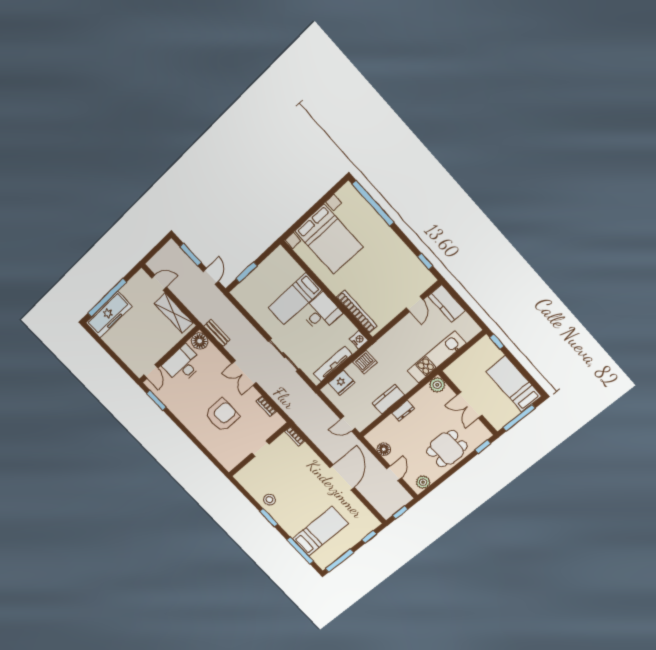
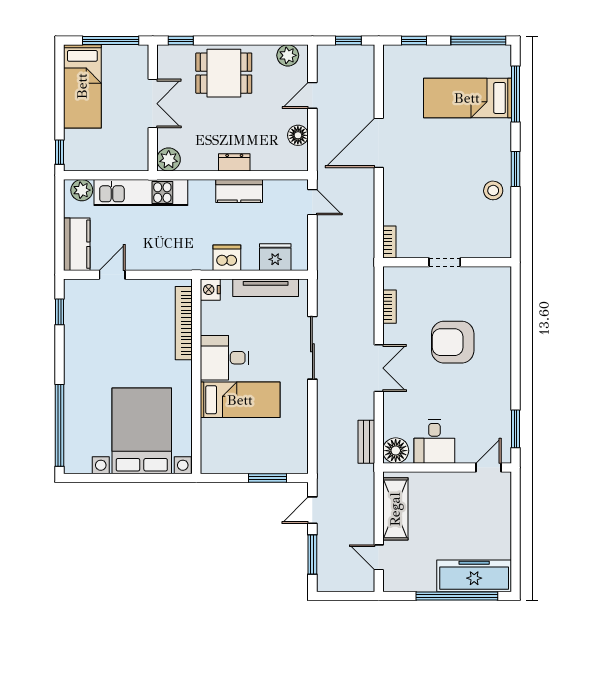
plant: (468, 333) -> (82, 190), added
desk: (183, 365) -> (434, 442), width x0.73

